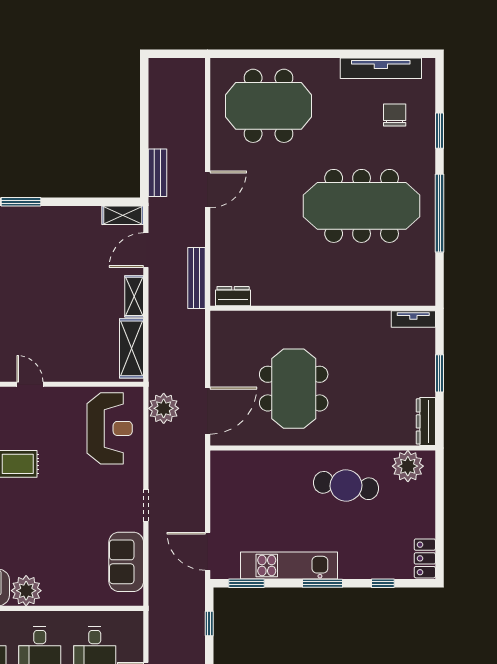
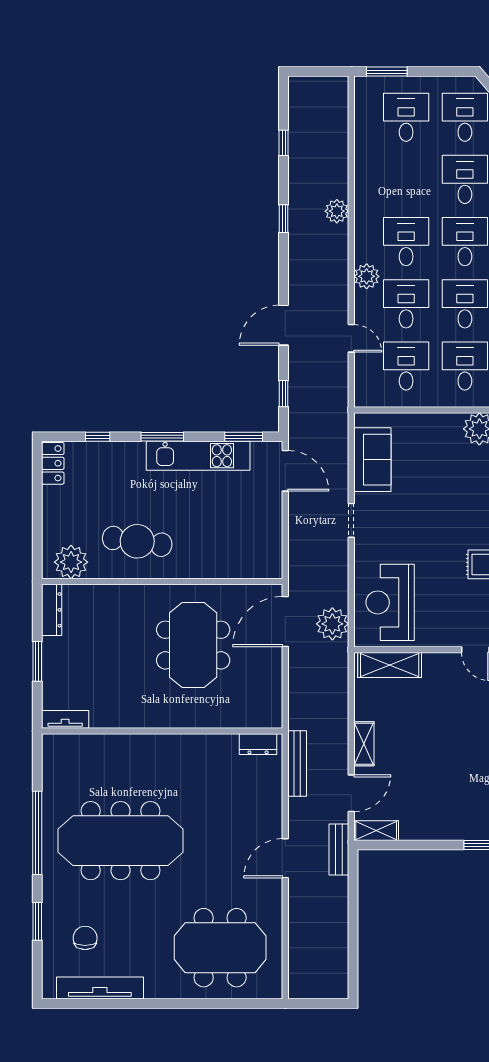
chair: (395, 115) -> (85, 938), turned 180
bench: (158, 173) -> (339, 850), moved
shelving: (132, 348) -> (390, 665), moved, turned 90

